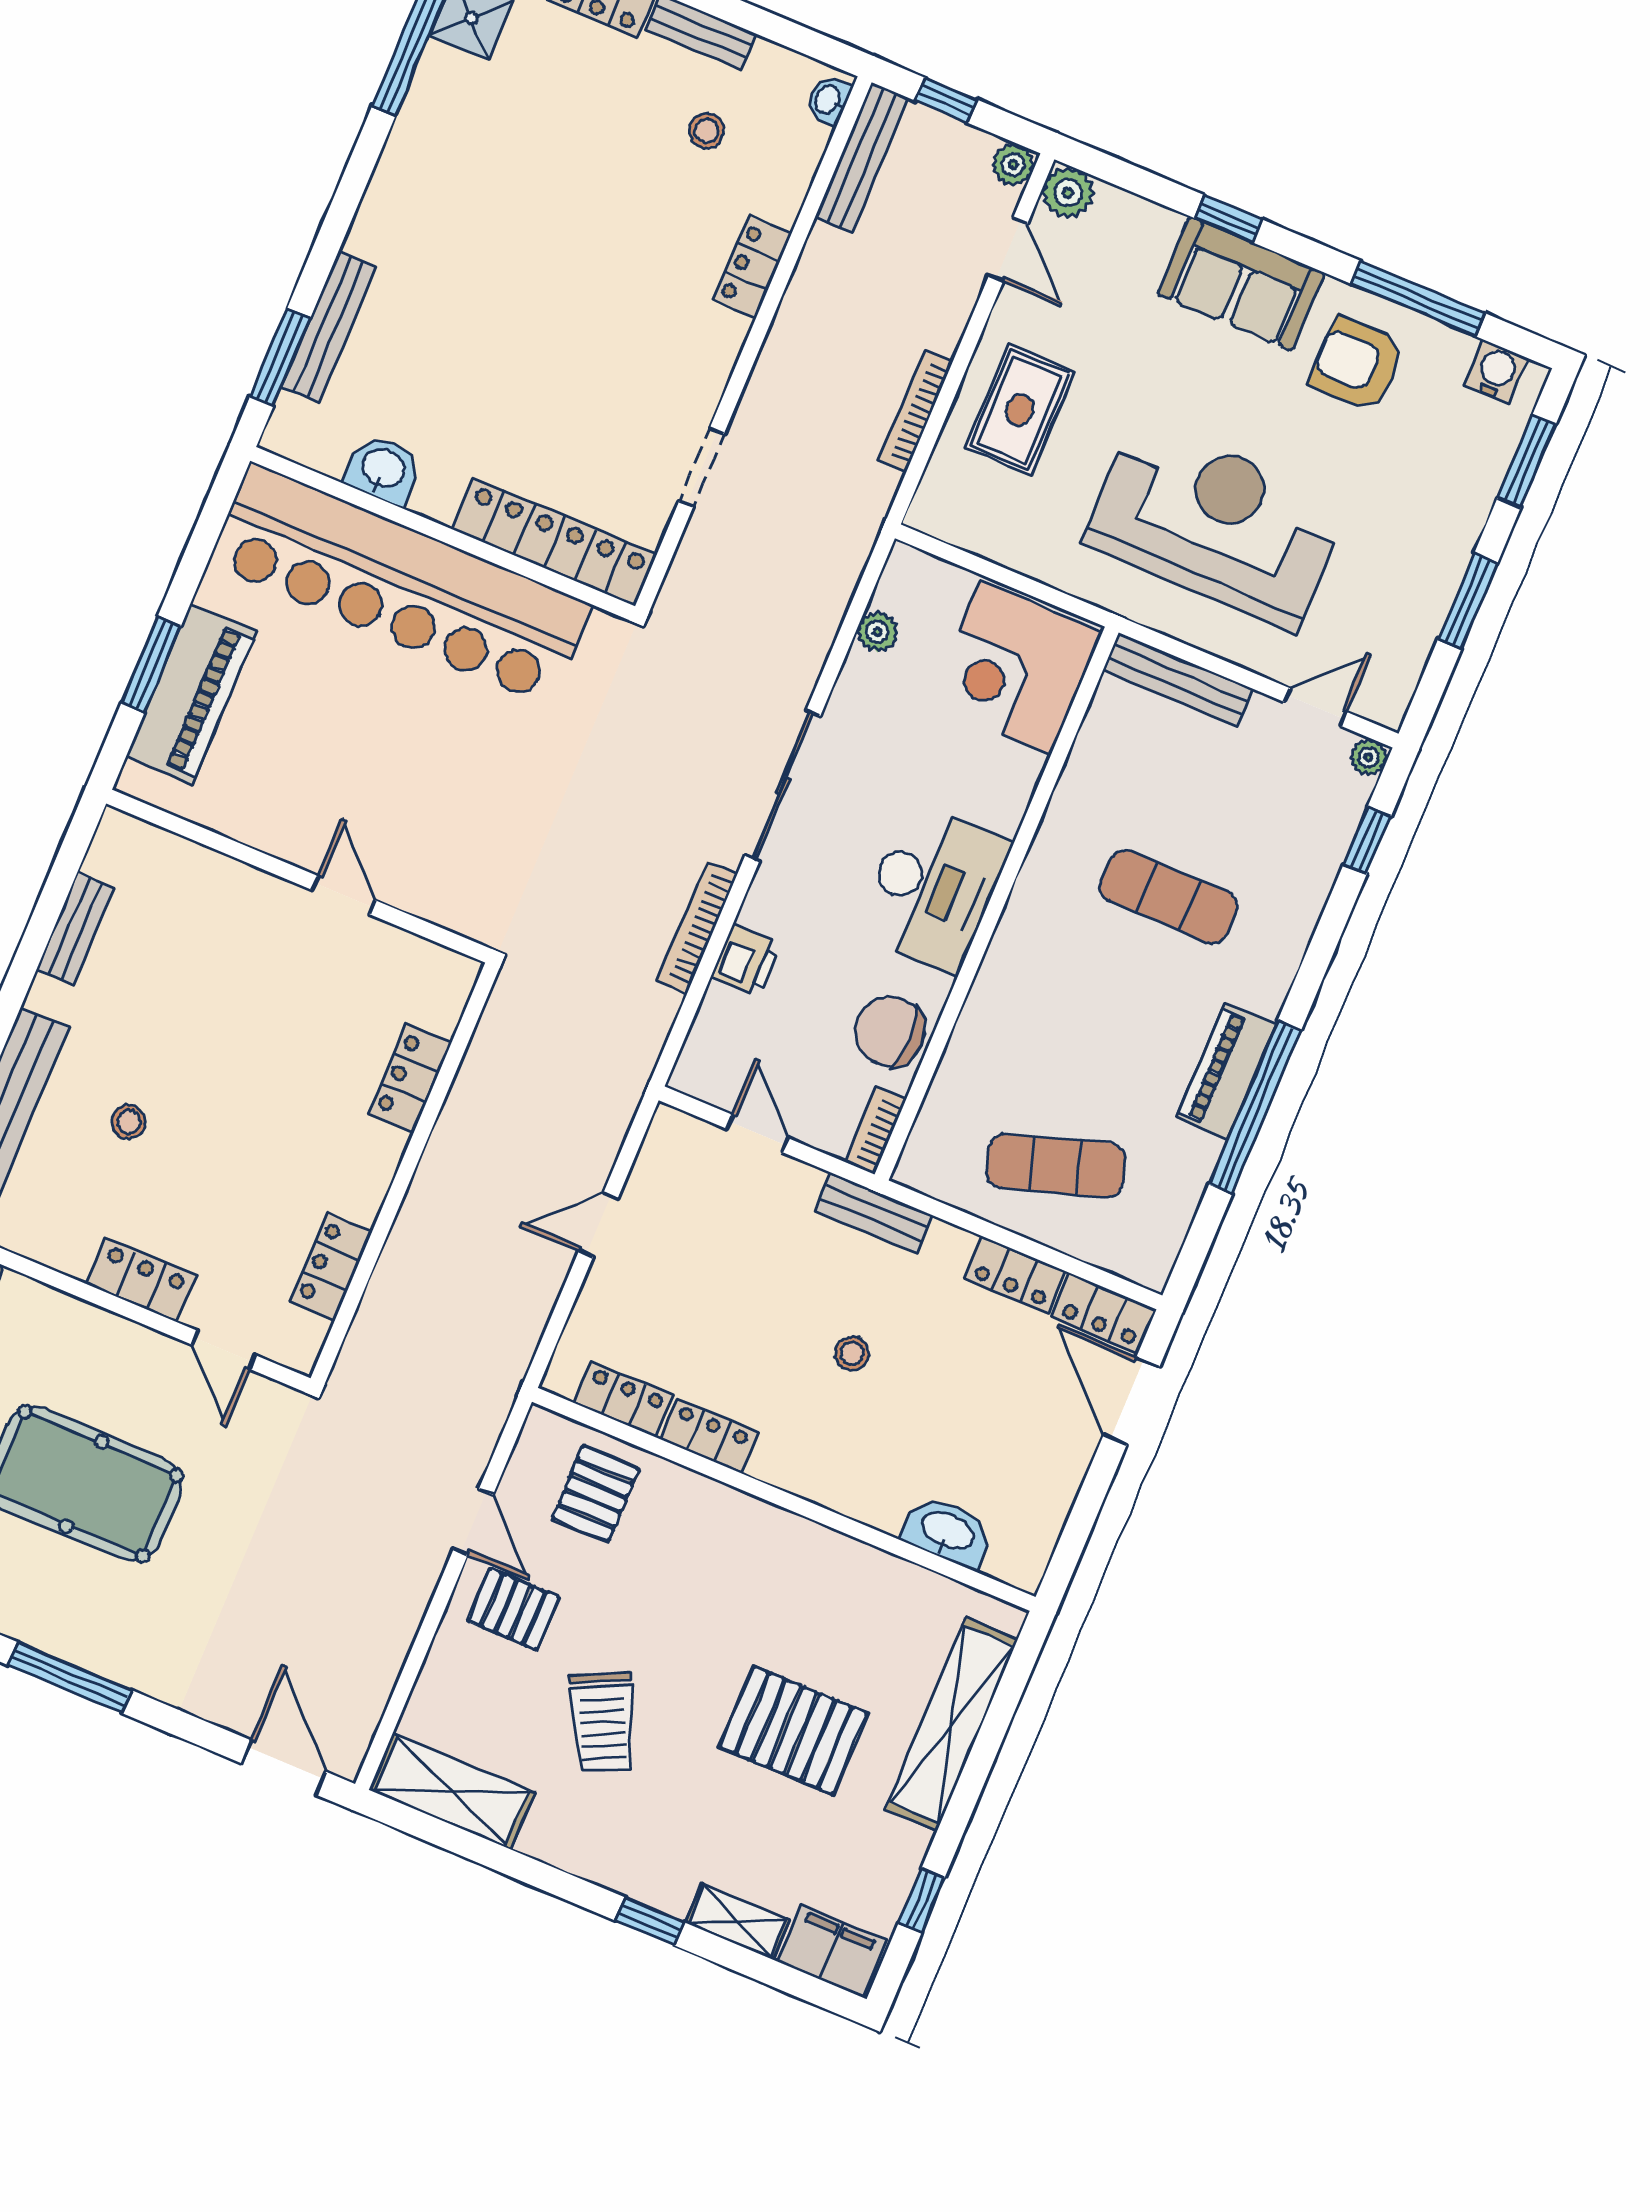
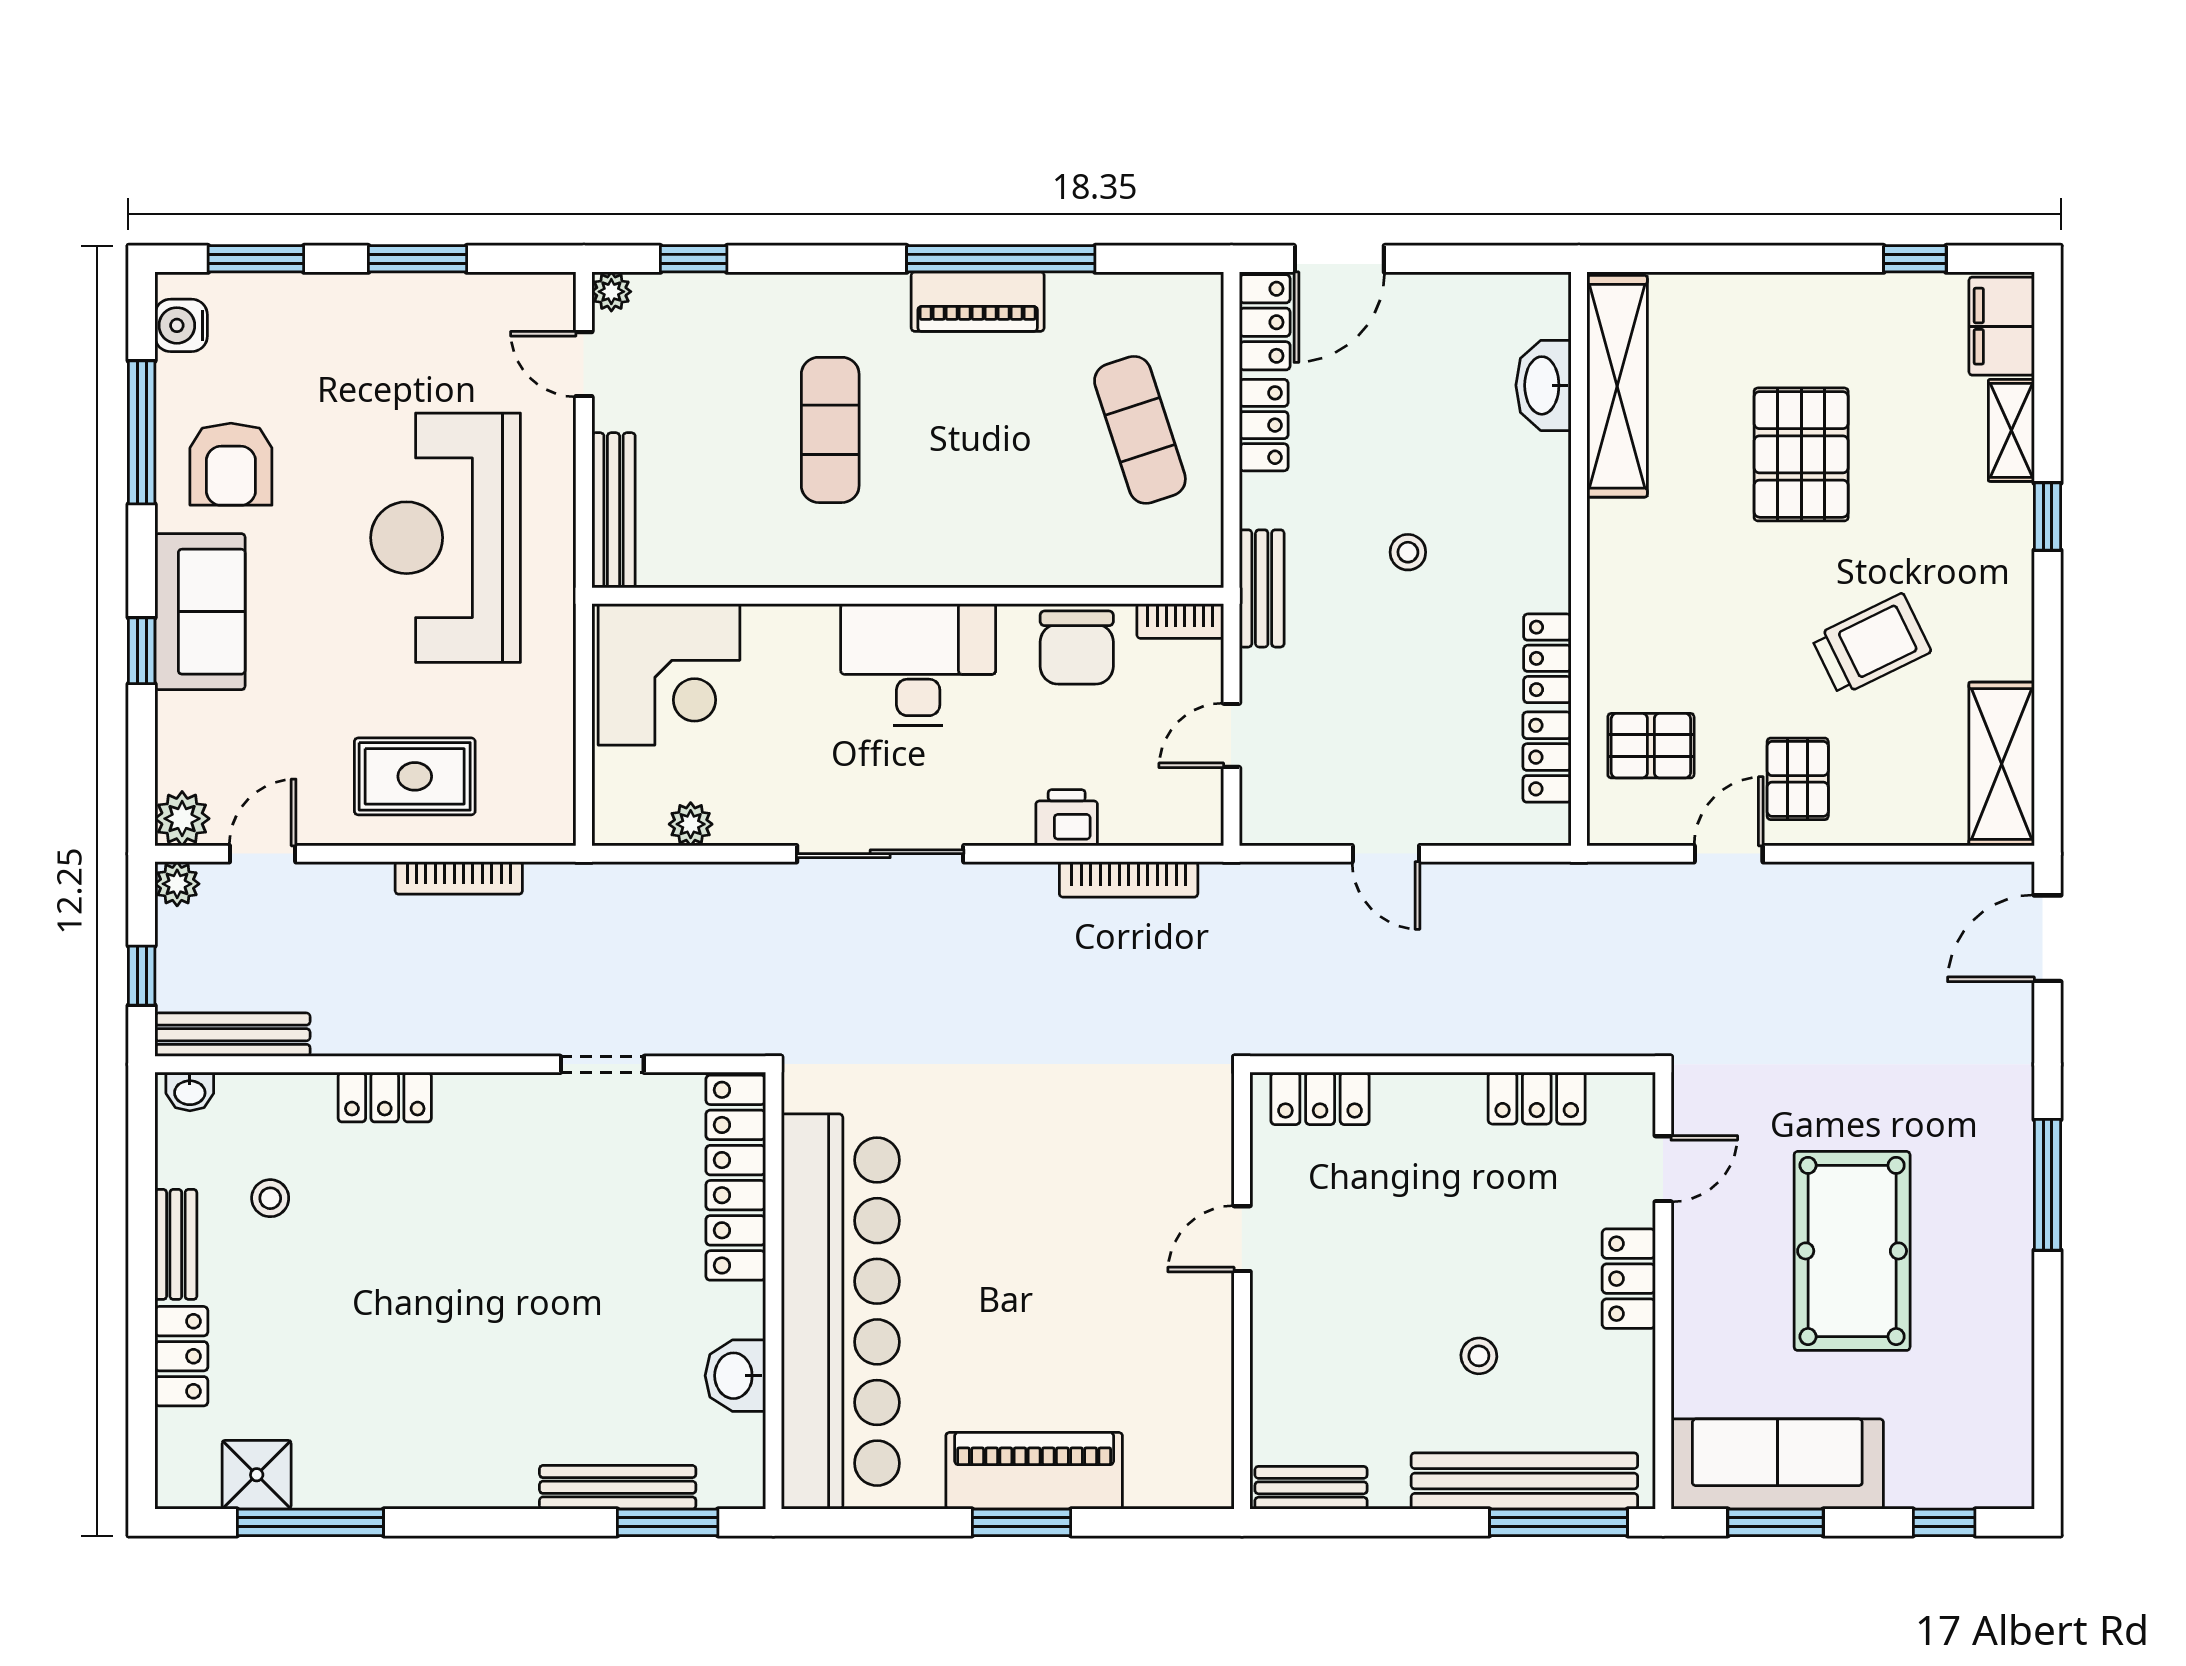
wall: (299, 876) -> (1242, 1291), moved
door: (344, 895) -> (1242, 1239), moved
bookcase: (697, 927) -> (1129, 879), moved
shelving: (951, 1724) -> (1617, 386), moved, turned 90

